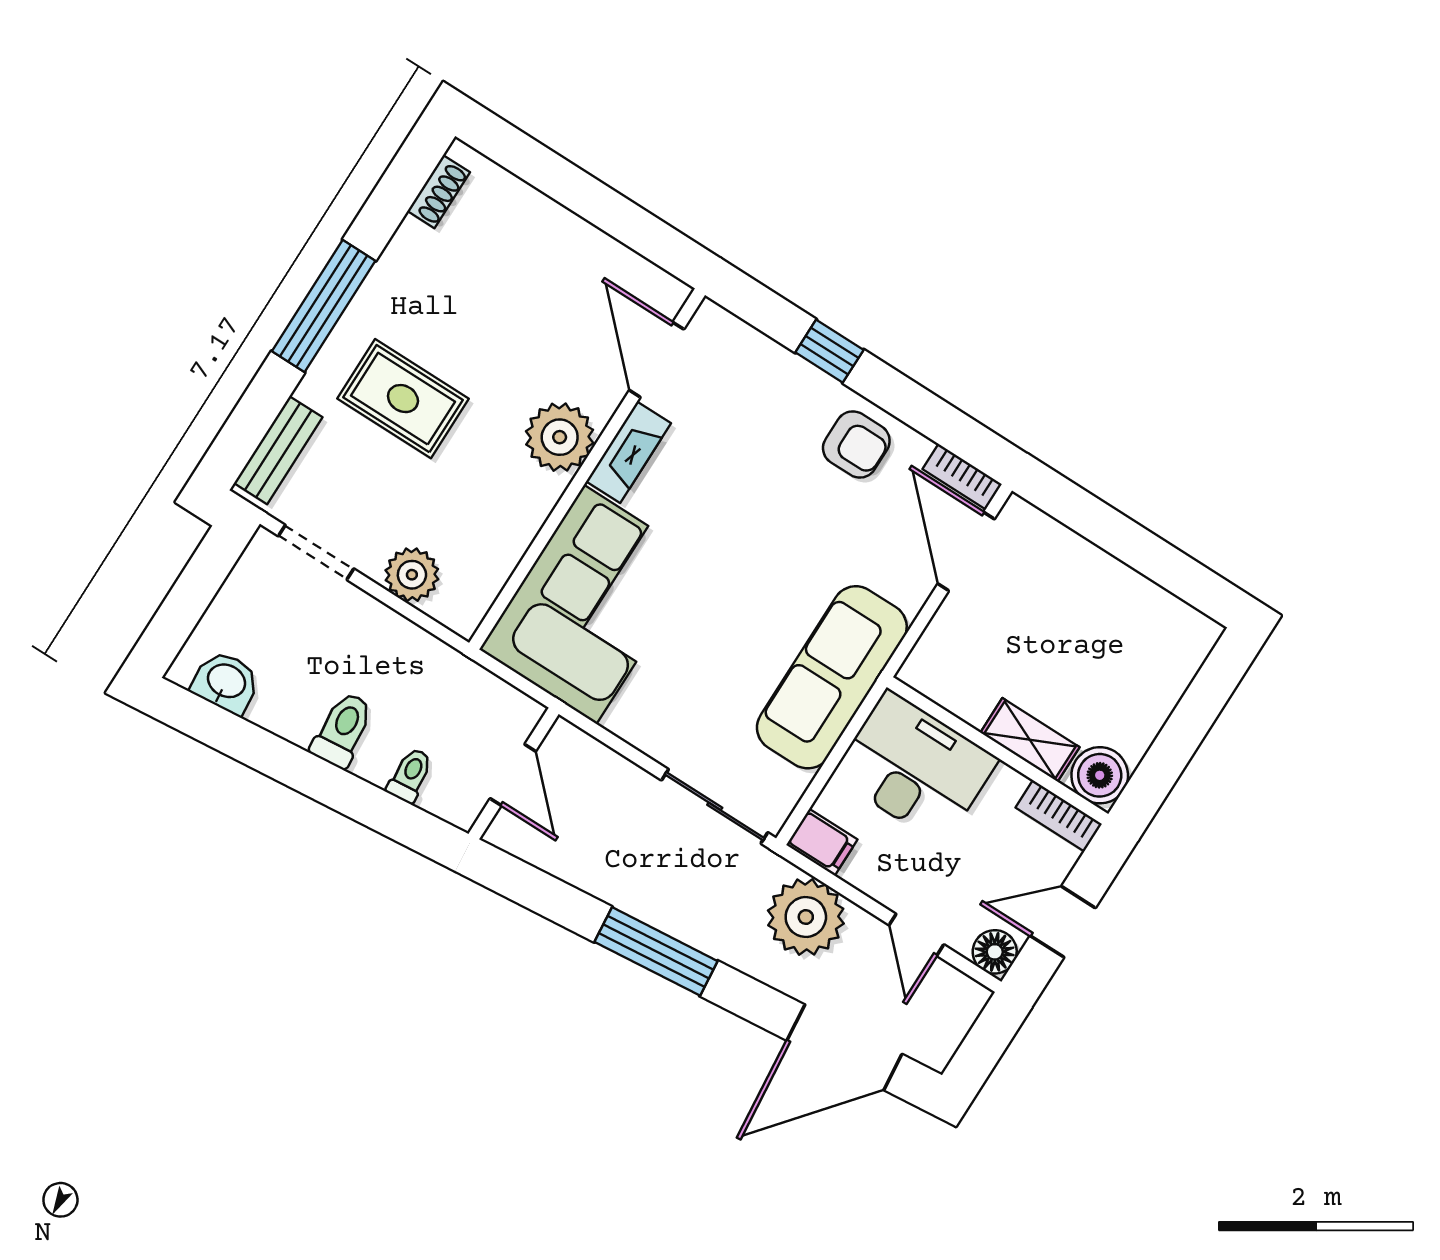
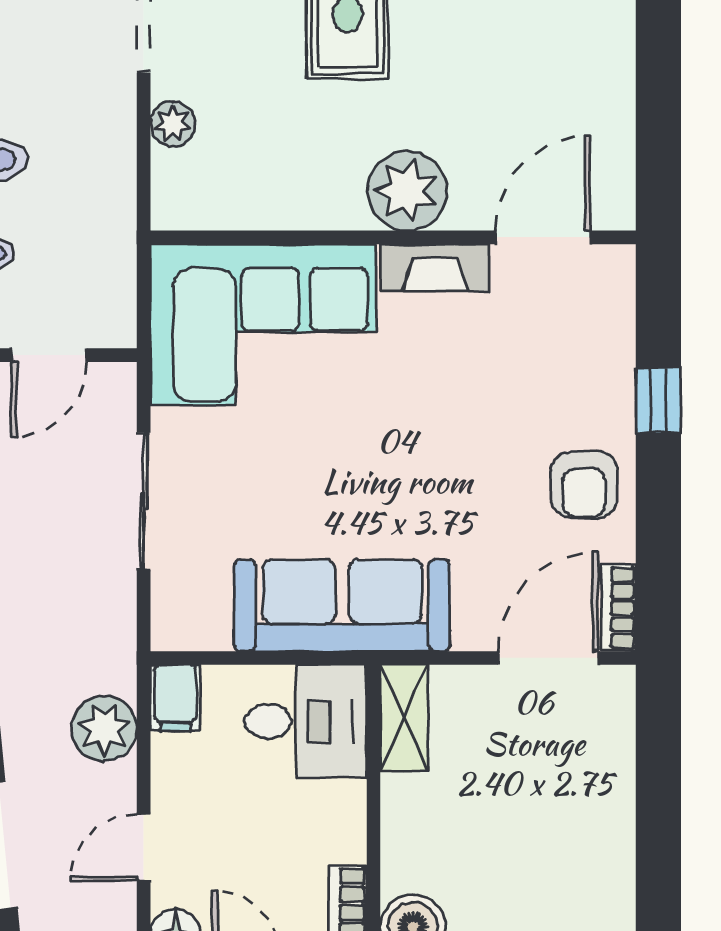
plant: (412, 575) -> (173, 124), width x0.73, depth x0.73
shelving: (1030, 740) -> (404, 718), moved
desk: (915, 767) -> (306, 721), width x0.73
sliding door: (715, 806) -> (144, 501), moved
plant: (806, 917) -> (104, 729), width x0.73, depth x0.73

